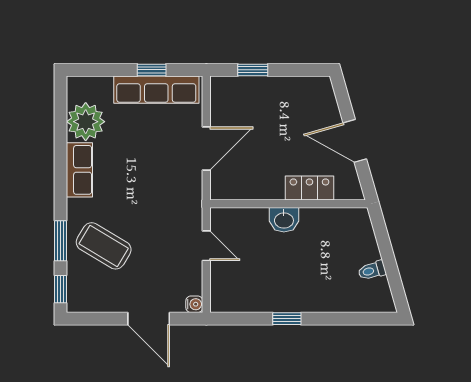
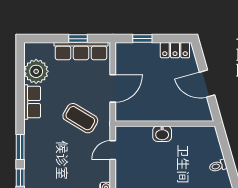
locker: (309, 188) -> (175, 50), moved, turned 180
coffee table: (104, 246) -> (80, 118), moved
door: (206, 246) -> (113, 150), swing flipped

